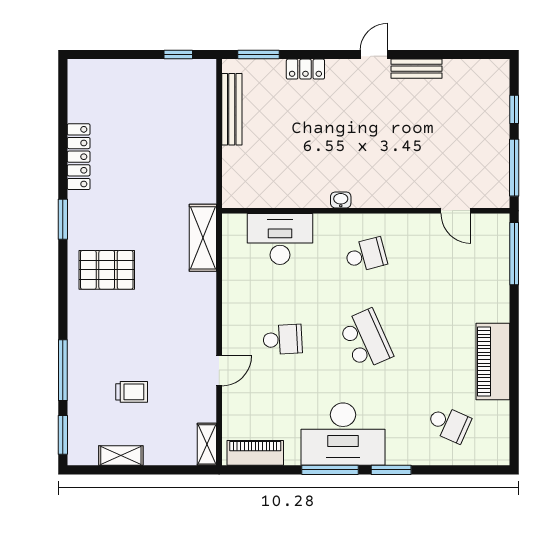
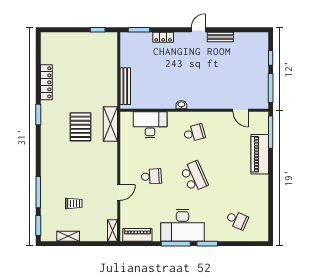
bench: (232, 109) -> (125, 86), moved
pallet: (107, 270) -> (80, 127), moved, turned 90
piano: (493, 361) -> (260, 154), moved

